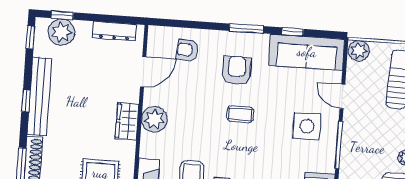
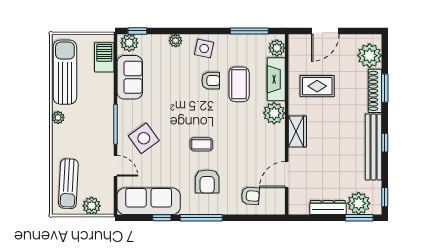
window: (62, 15) -> (359, 218), width x1.50
window: (247, 29) -> (201, 218), width x1.44
dresser: (114, 31) -> (328, 208), moved
plant: (359, 51) -> (92, 206), moved
plant: (154, 119) -> (274, 113), moved
side table: (307, 126) -> (144, 138), turned -36

